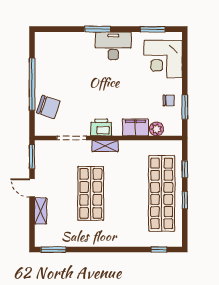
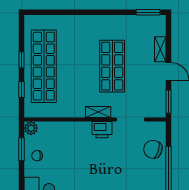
filing cabinet: (135, 127) -> (69, 130), removed
plant: (156, 129) -> (31, 128), moved
window: (159, 250) -> (46, 12), removed

